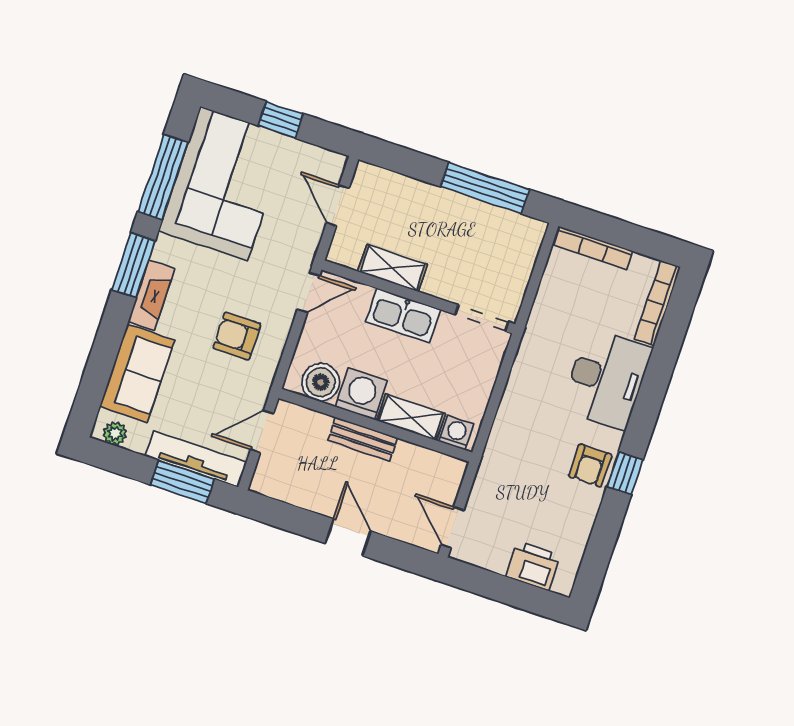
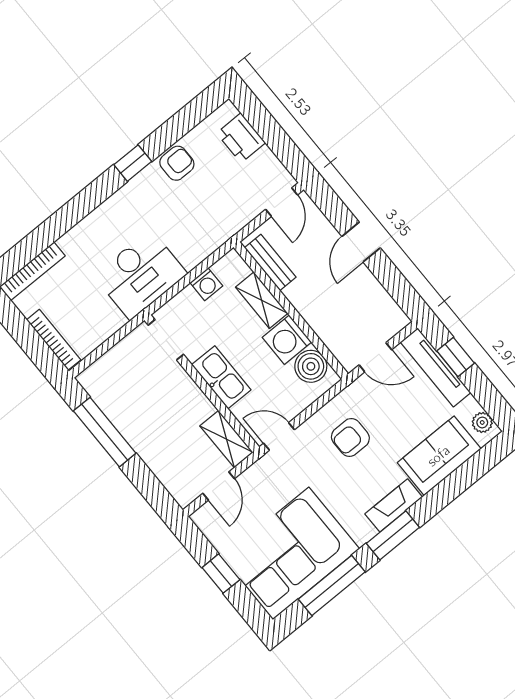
shelving: (392, 268) -> (226, 439), moved
armchair: (237, 336) -> (350, 437), turned 90
desk: (607, 379) -> (140, 275), moved, turned 180
washing machine: (456, 433) -> (206, 284), moved, turned -90
bench: (363, 439) -> (270, 262), moved
armchair: (590, 465) -> (177, 163), moved
window: (182, 482) -> (456, 357), width x0.67

